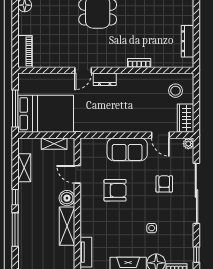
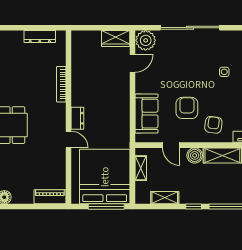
bookcase: (139, 63) -> (61, 84), width x1.56
stool: (176, 91) -> (89, 48), removed
bed: (46, 114) -> (105, 177), width x1.36
plant: (188, 144) -> (146, 40), width x1.87, depth x1.87
sofa: (127, 149) -> (147, 114), moved
door: (77, 174) -> (171, 145), hinge flipped
armchair: (164, 184) -> (213, 125), moved, turned 97

